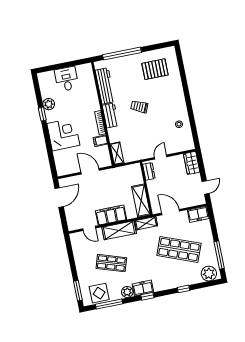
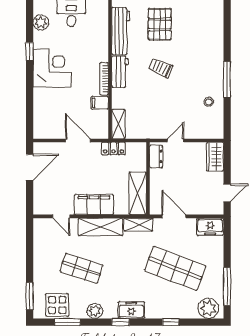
pallet: (155, 69) -> (160, 24), moved, turned 90
plant: (49, 104) -> (41, 23), moved
window: (189, 105) -> (227, 79), added
corner desk: (63, 134) -> (52, 68), moved
locker: (117, 172) -> (113, 148), added
freezer: (143, 288) -> (131, 310), moved
window: (109, 304) -> (67, 322), width x0.69

